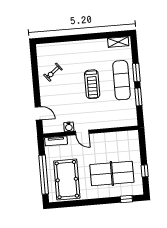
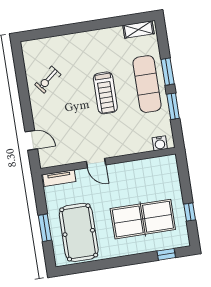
water cooler: (69, 127) -> (160, 143), moved
window: (44, 175) -> (45, 228), width x0.47

